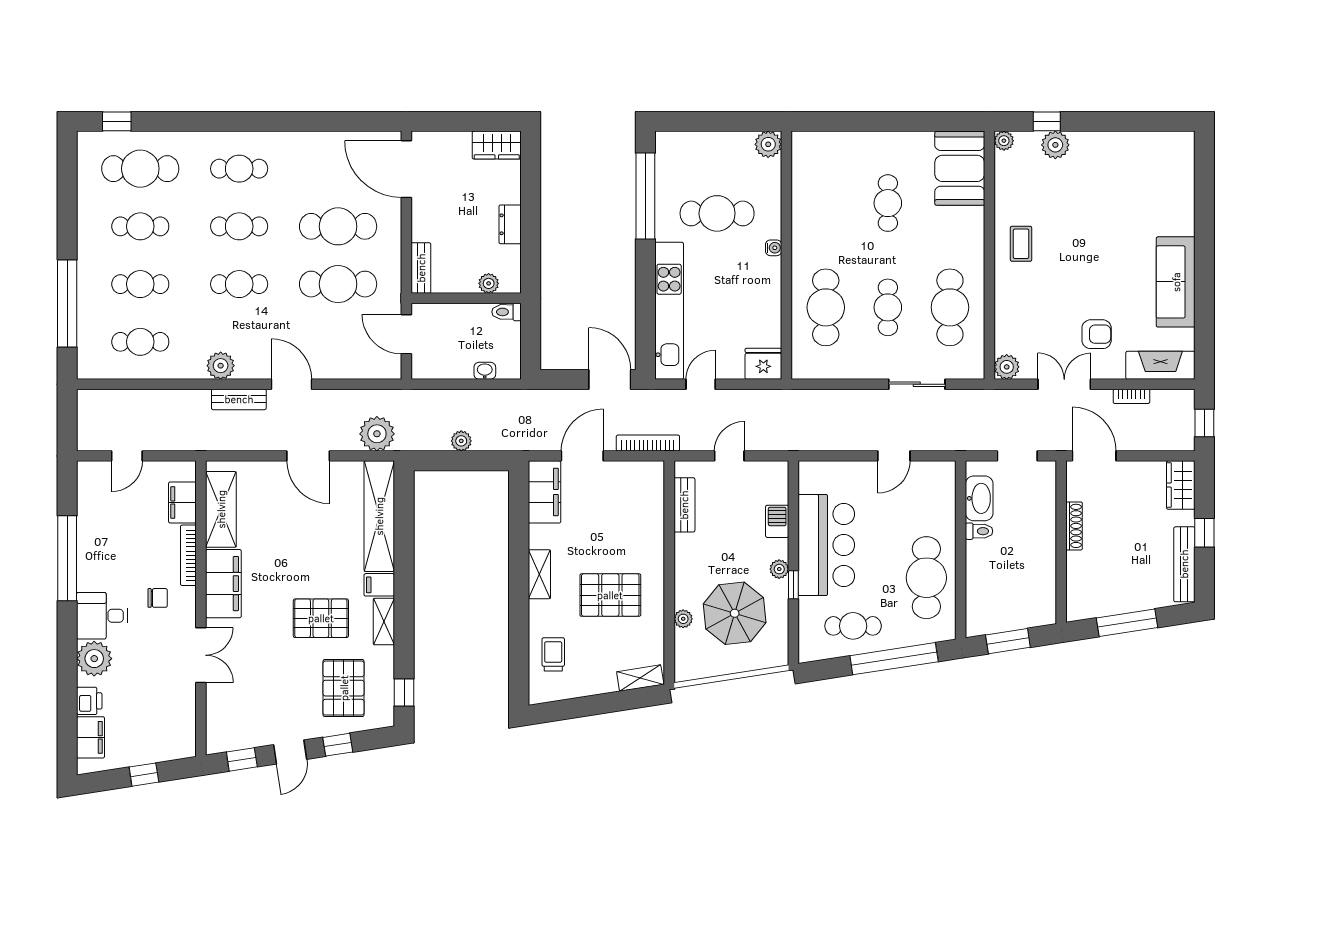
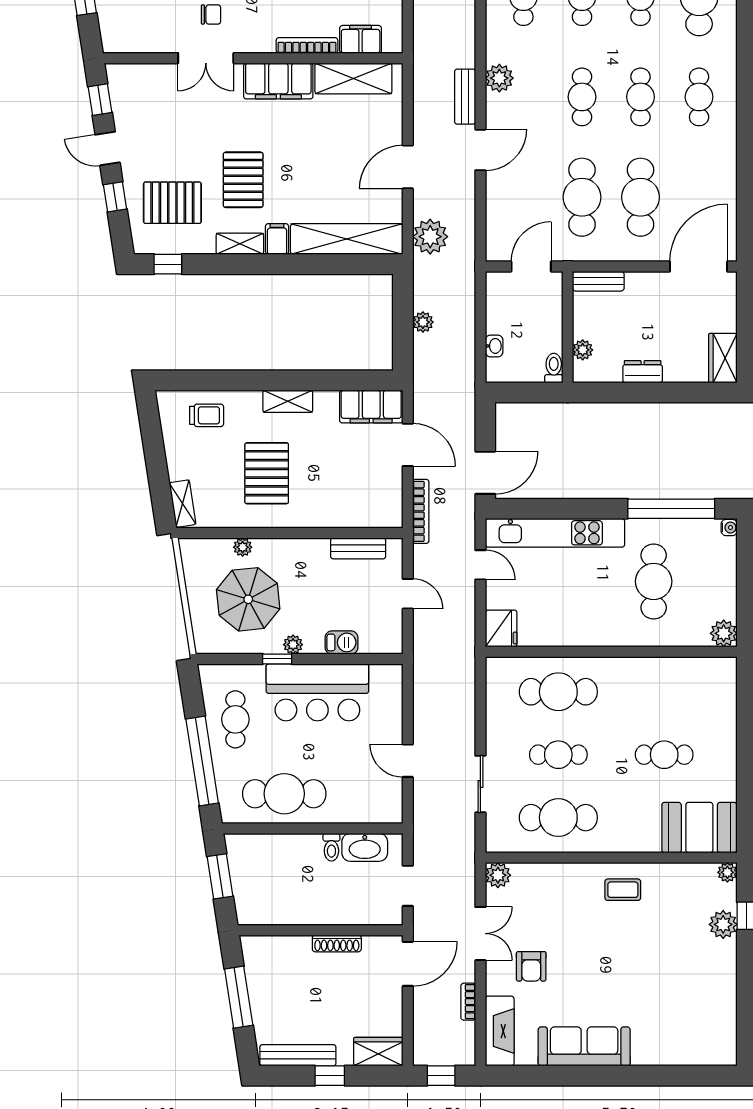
water cooler: (774, 248) -> (729, 528), moved, turned -90
chair: (158, 598) -> (211, 14), moved, turned -90

